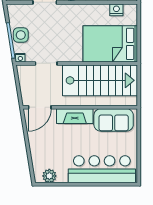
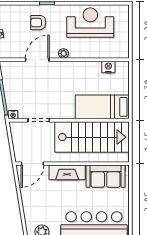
side table: (21, 35) -> (14, 92), removed
bed: (110, 44) -> (102, 107), width x0.67

